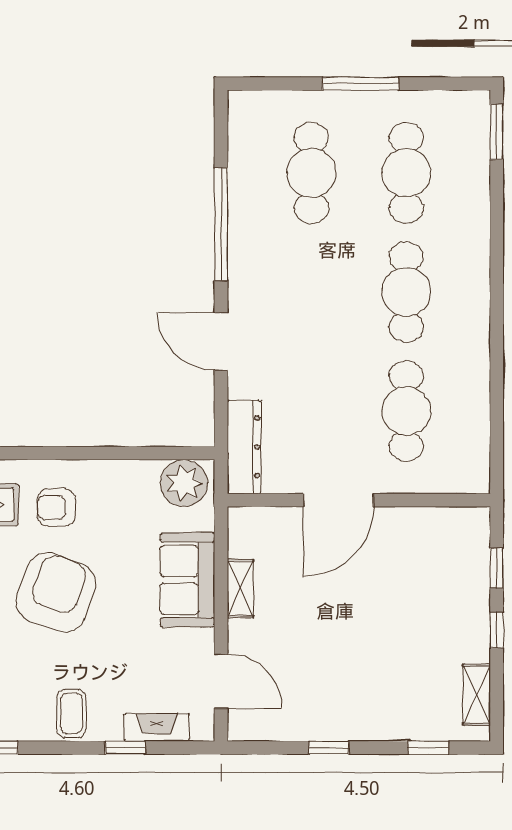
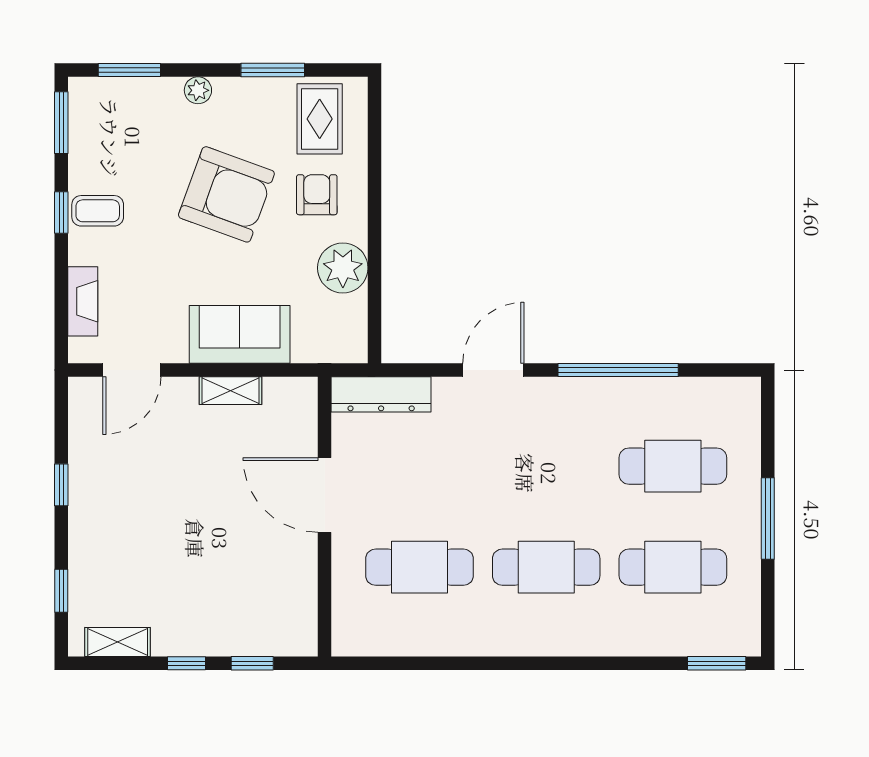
plant: (184, 483) -> (343, 268), moved
window: (125, 748) -> (61, 213), moved

